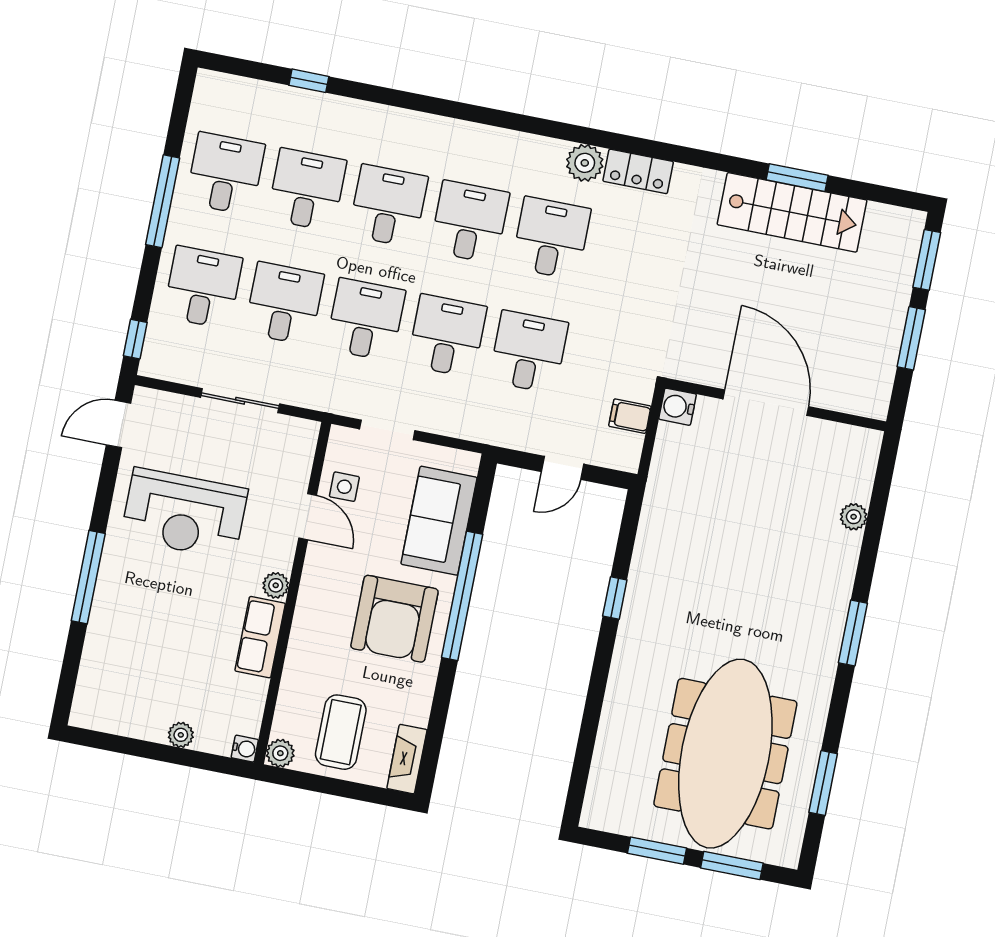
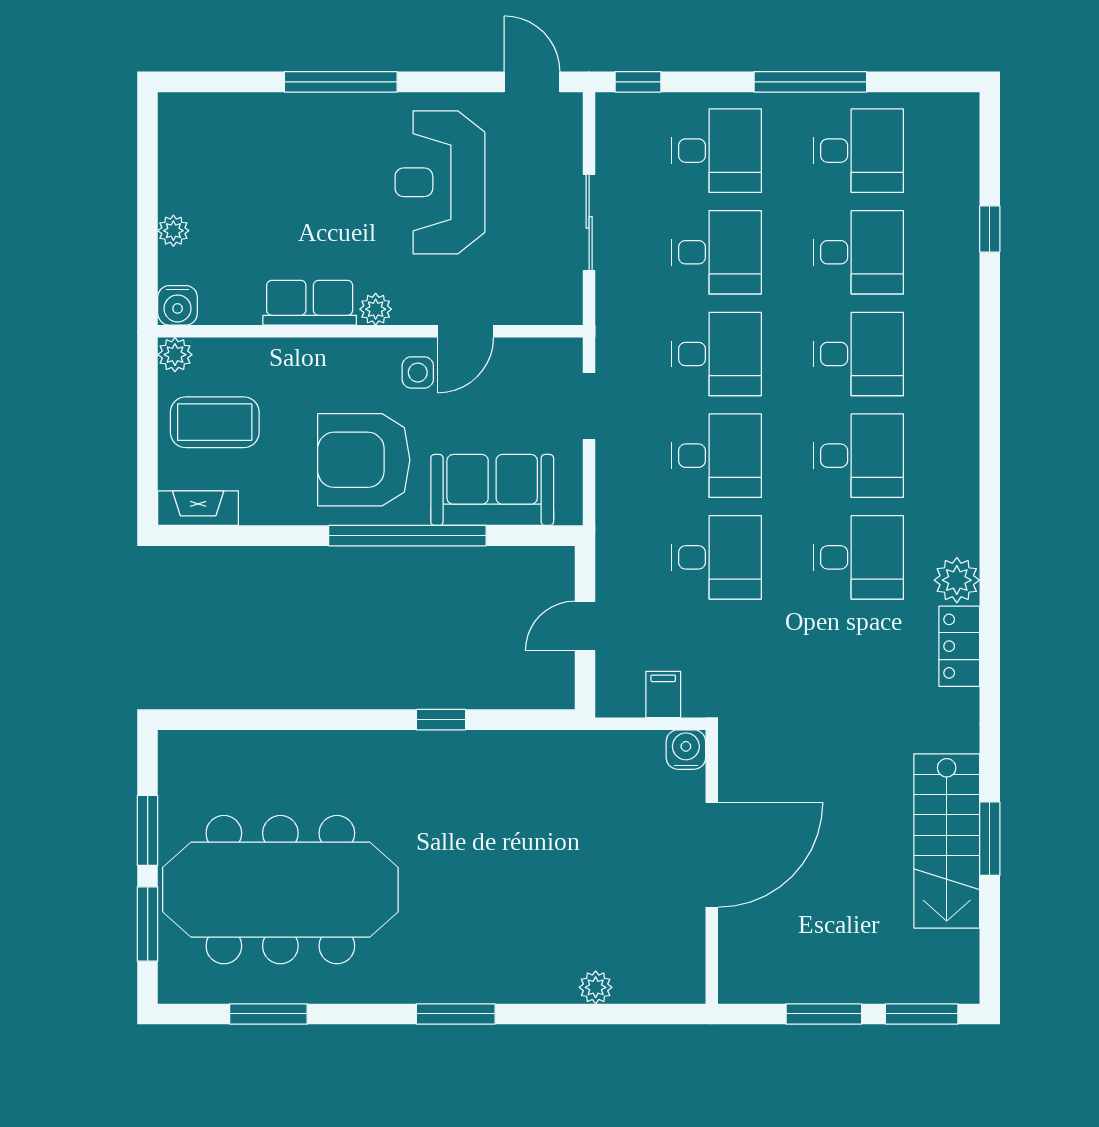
door: (562, 468) -> (585, 626), hinge flipped
side table: (344, 487) -> (418, 372), moved
water cooler: (245, 749) -> (178, 305), width x1.38, depth x1.38

